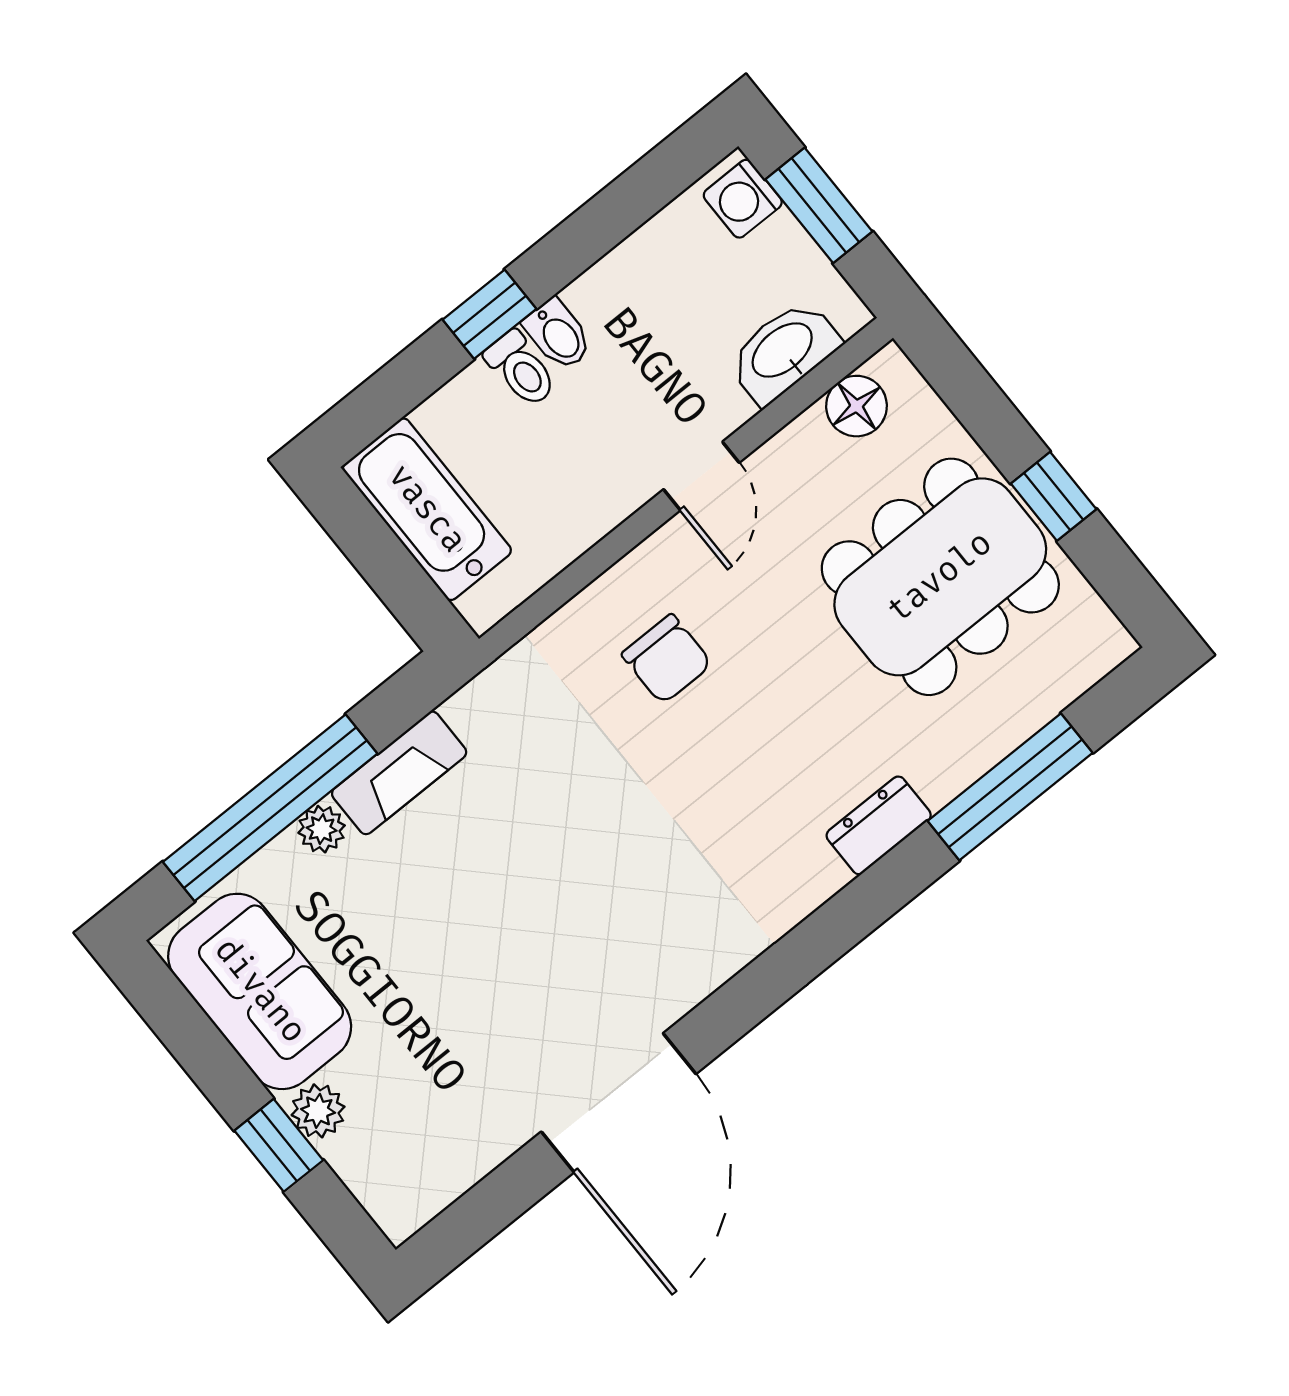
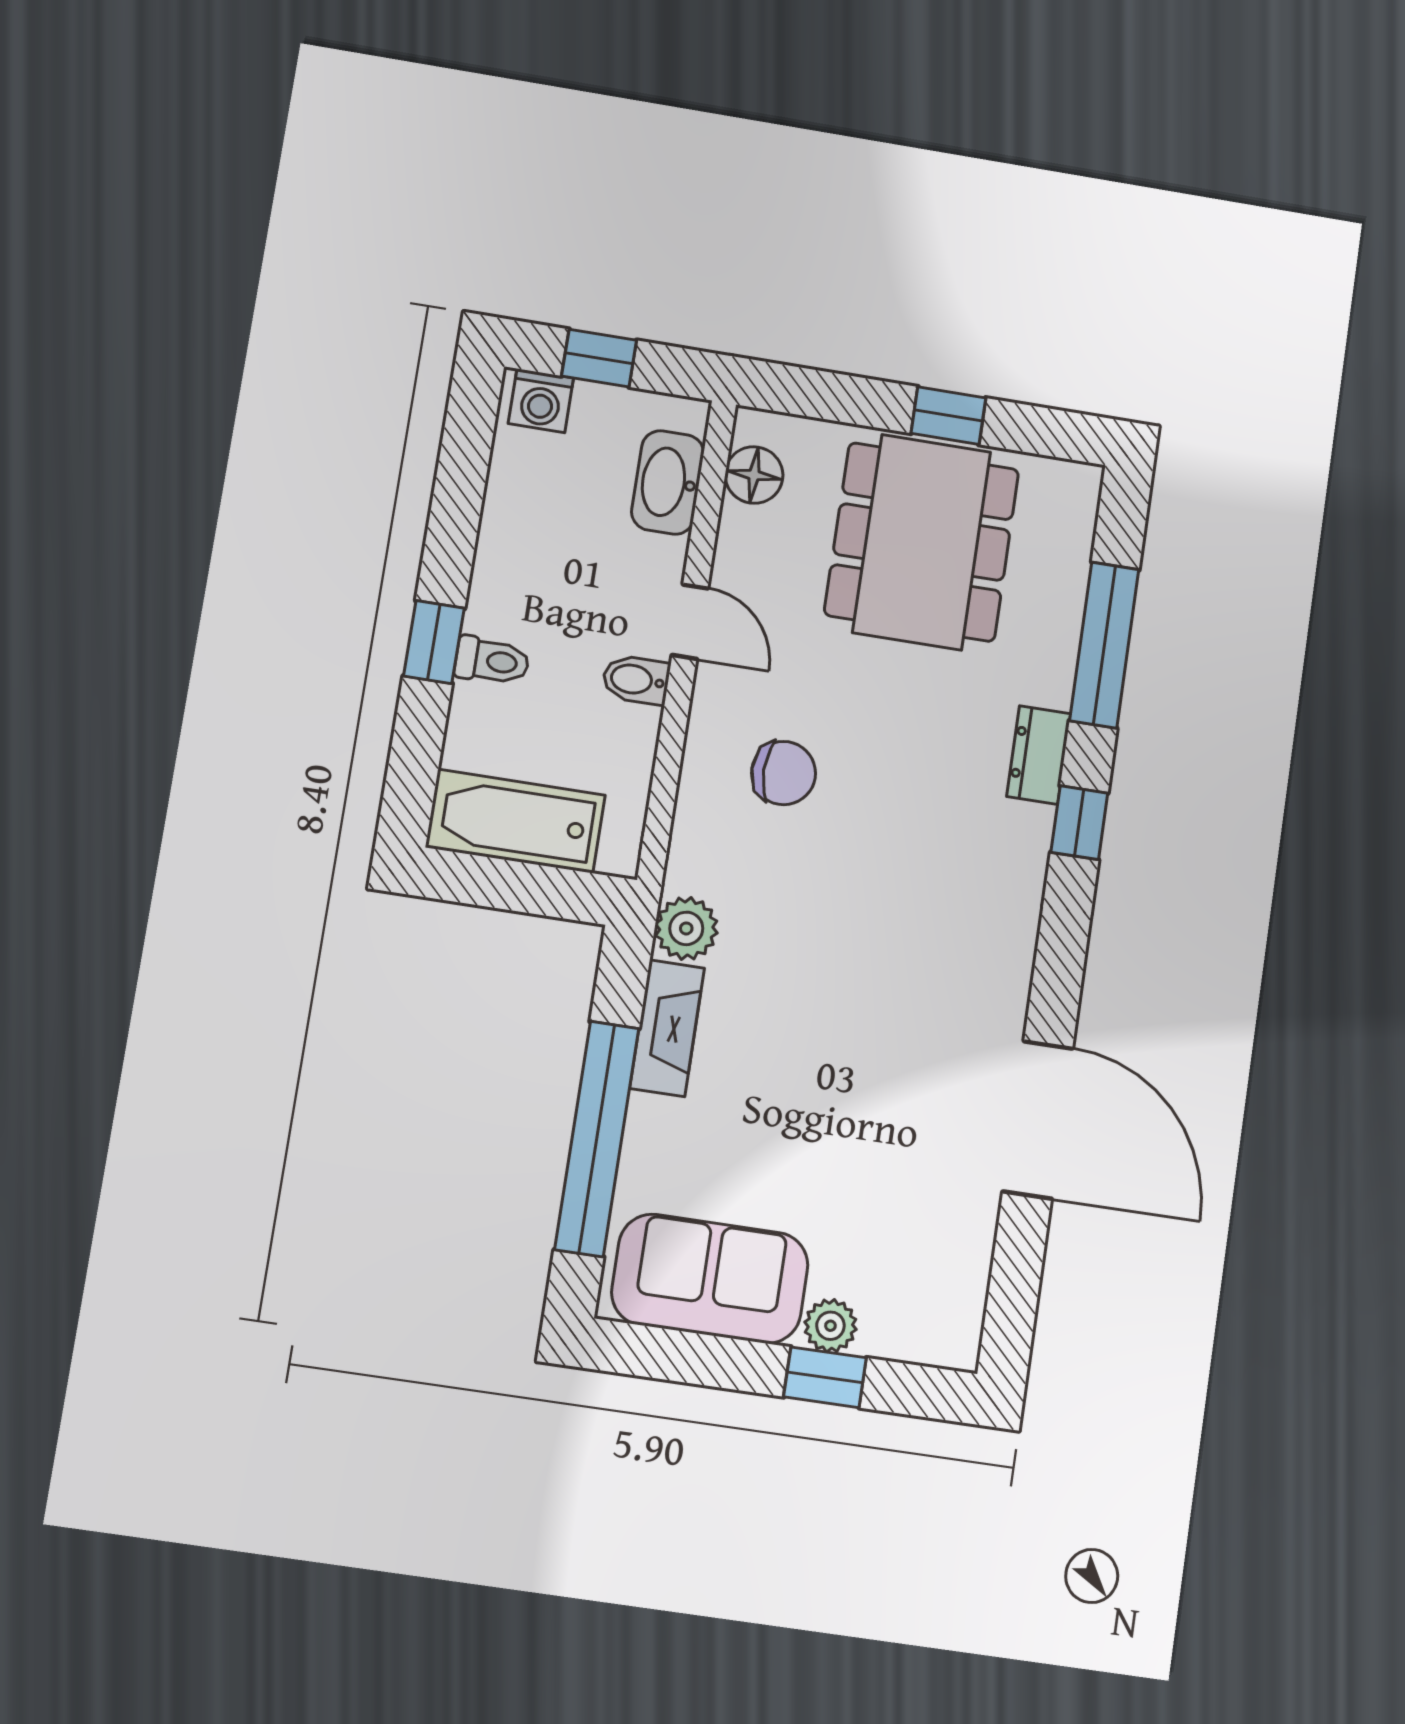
window: (819, 205) -> (599, 358), width x0.67
bidet: (558, 334) -> (636, 680), moved, turned 180
plant: (322, 829) -> (686, 928), moved, width x1.38, depth x1.38
window: (862, 906) -> (1079, 823), added

